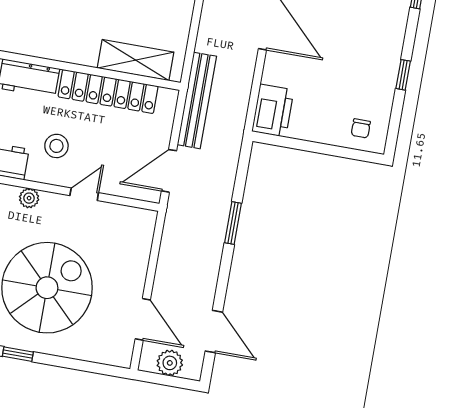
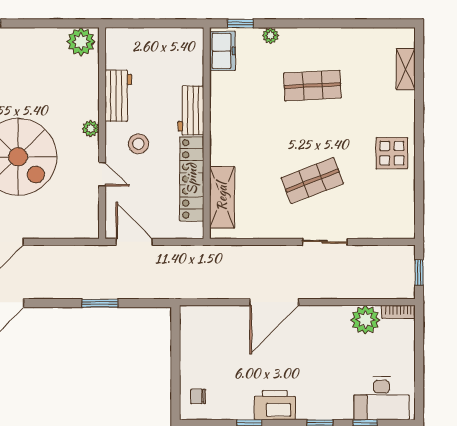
bench: (197, 100) -> (197, 255), removed
printer: (273, 111) -> (275, 405), moved, turned 180

